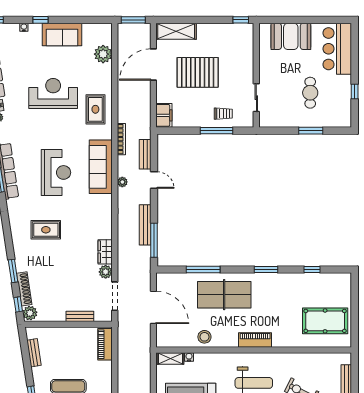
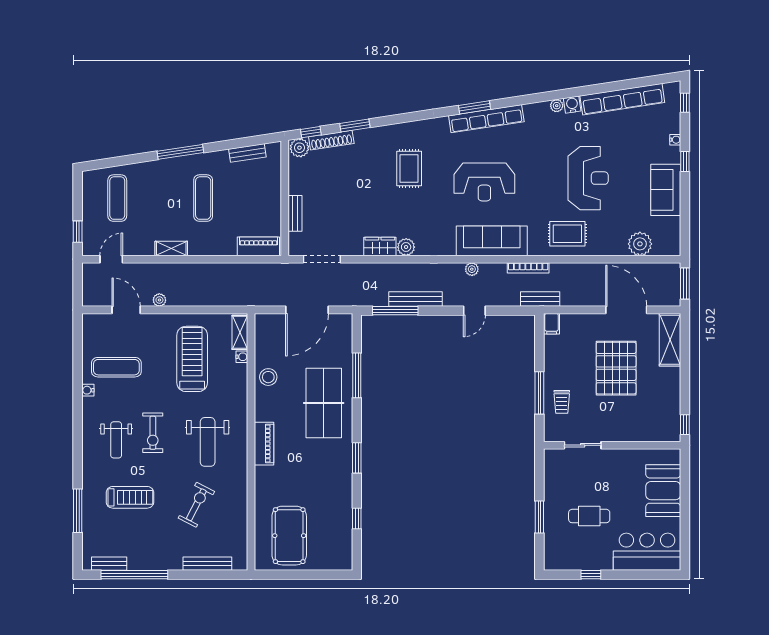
filing cabinet: (164, 115) -> (552, 324), width x0.50
bench: (145, 154) -> (540, 299), moved
plant: (106, 272) -> (406, 247), moved

